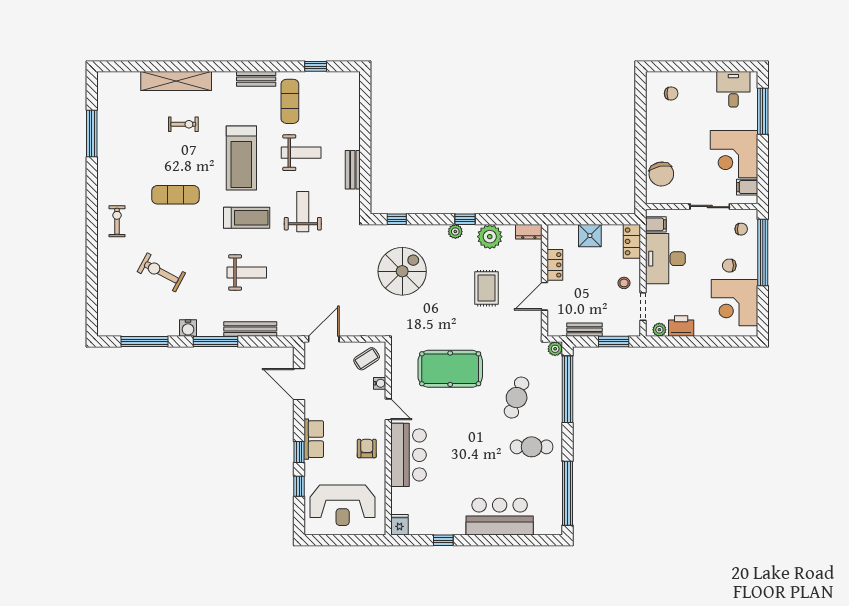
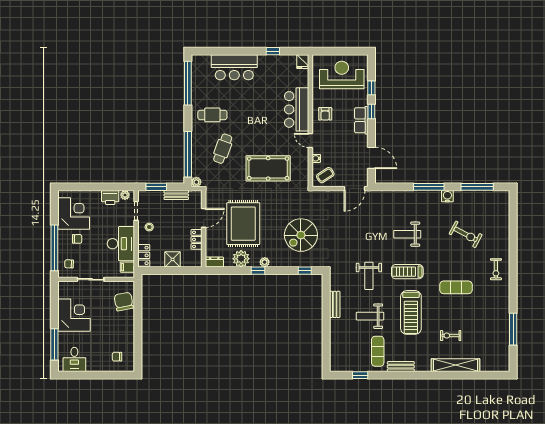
treadmill: (241, 158) -> (411, 312), turned 180
filing cabinet: (747, 187) -> (65, 293), removed
rug: (487, 288) -> (243, 224), width x1.86, depth x2.06
bench: (250, 329) -> (405, 195), removed

